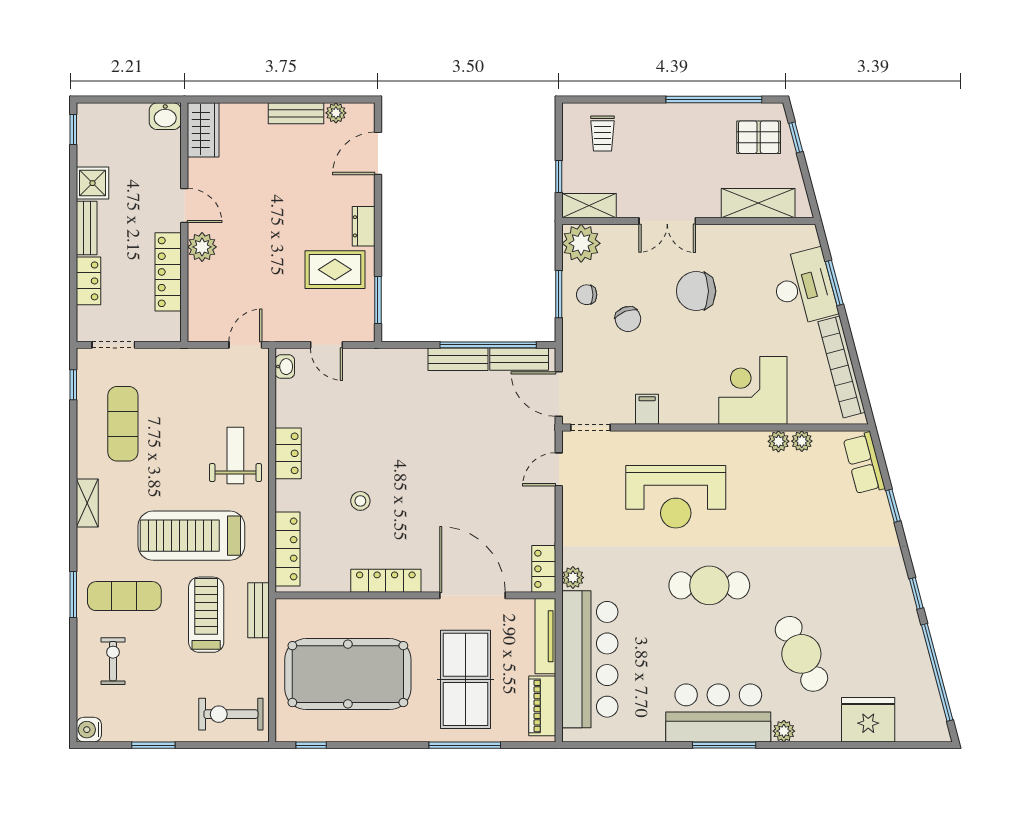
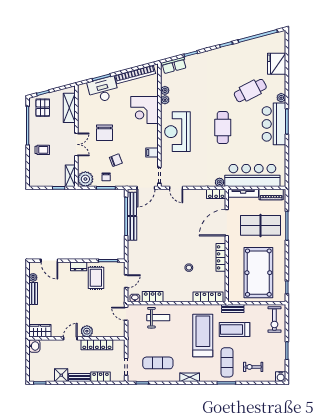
trolley: (602, 133) -> (42, 150), moved
locker: (288, 453) -> (153, 297), moved
weight bench: (235, 456) -> (158, 318), moved, turned 180
reception desk: (676, 497) -> (177, 132), moved, turned 180
treadmill: (191, 536) -> (203, 335), turned 180

